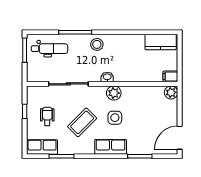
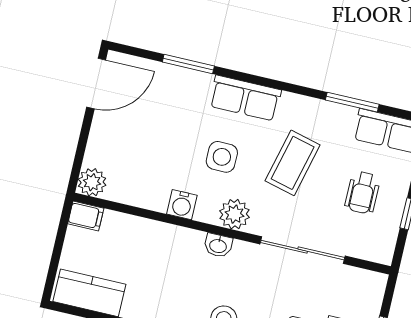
water cooler: (128, 92) -> (182, 205), added
plant: (114, 93) -> (234, 214), moved
coffee table: (82, 122) -> (293, 163), turned -31

